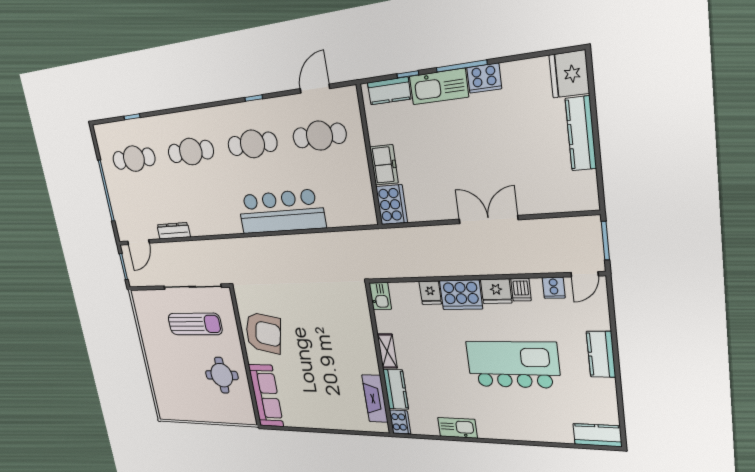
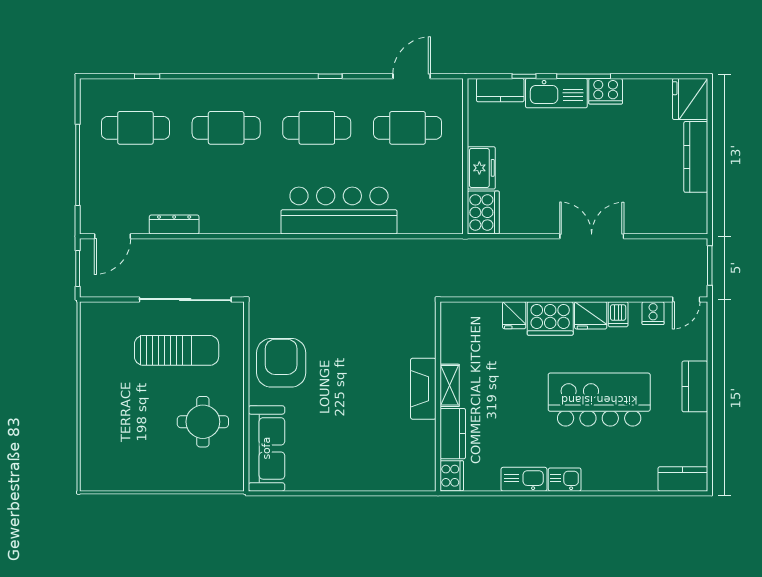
kitchen sink: (380, 296) -> (565, 480), moved, turned -90
armchair: (263, 333) -> (281, 363), turned -102
fireplace: (375, 399) -> (423, 389), moved

